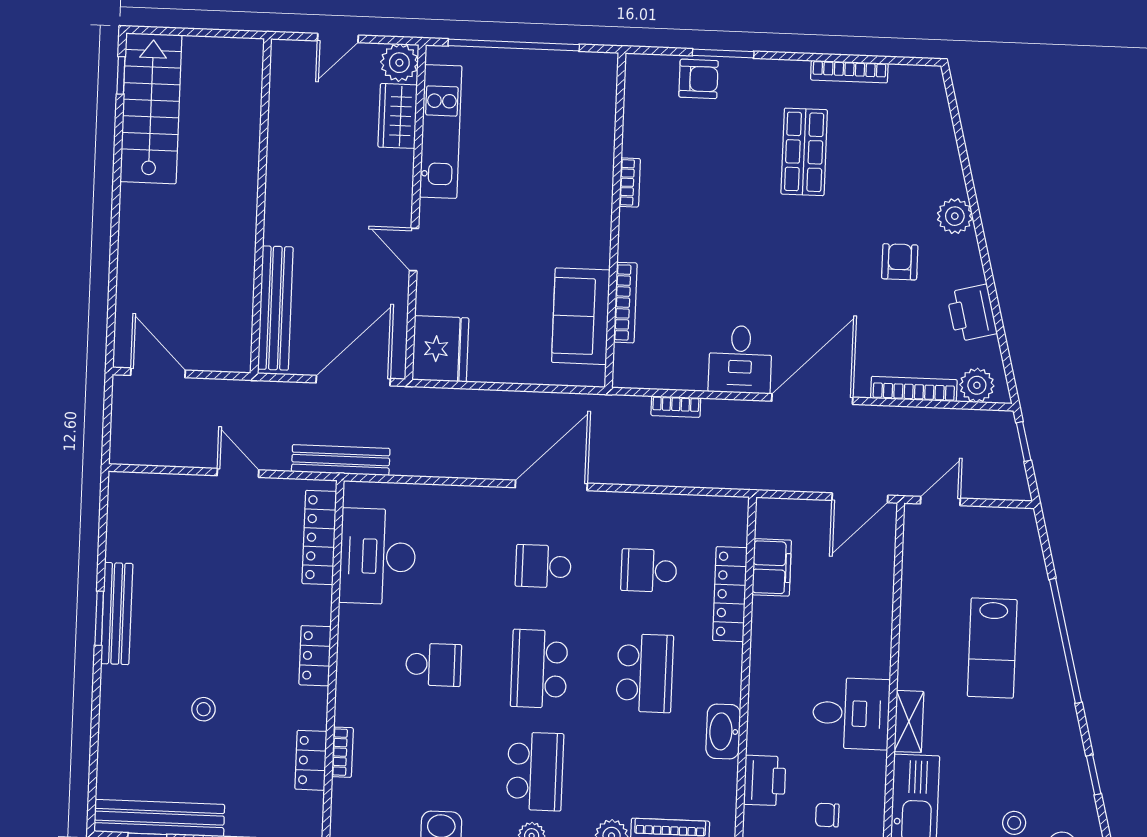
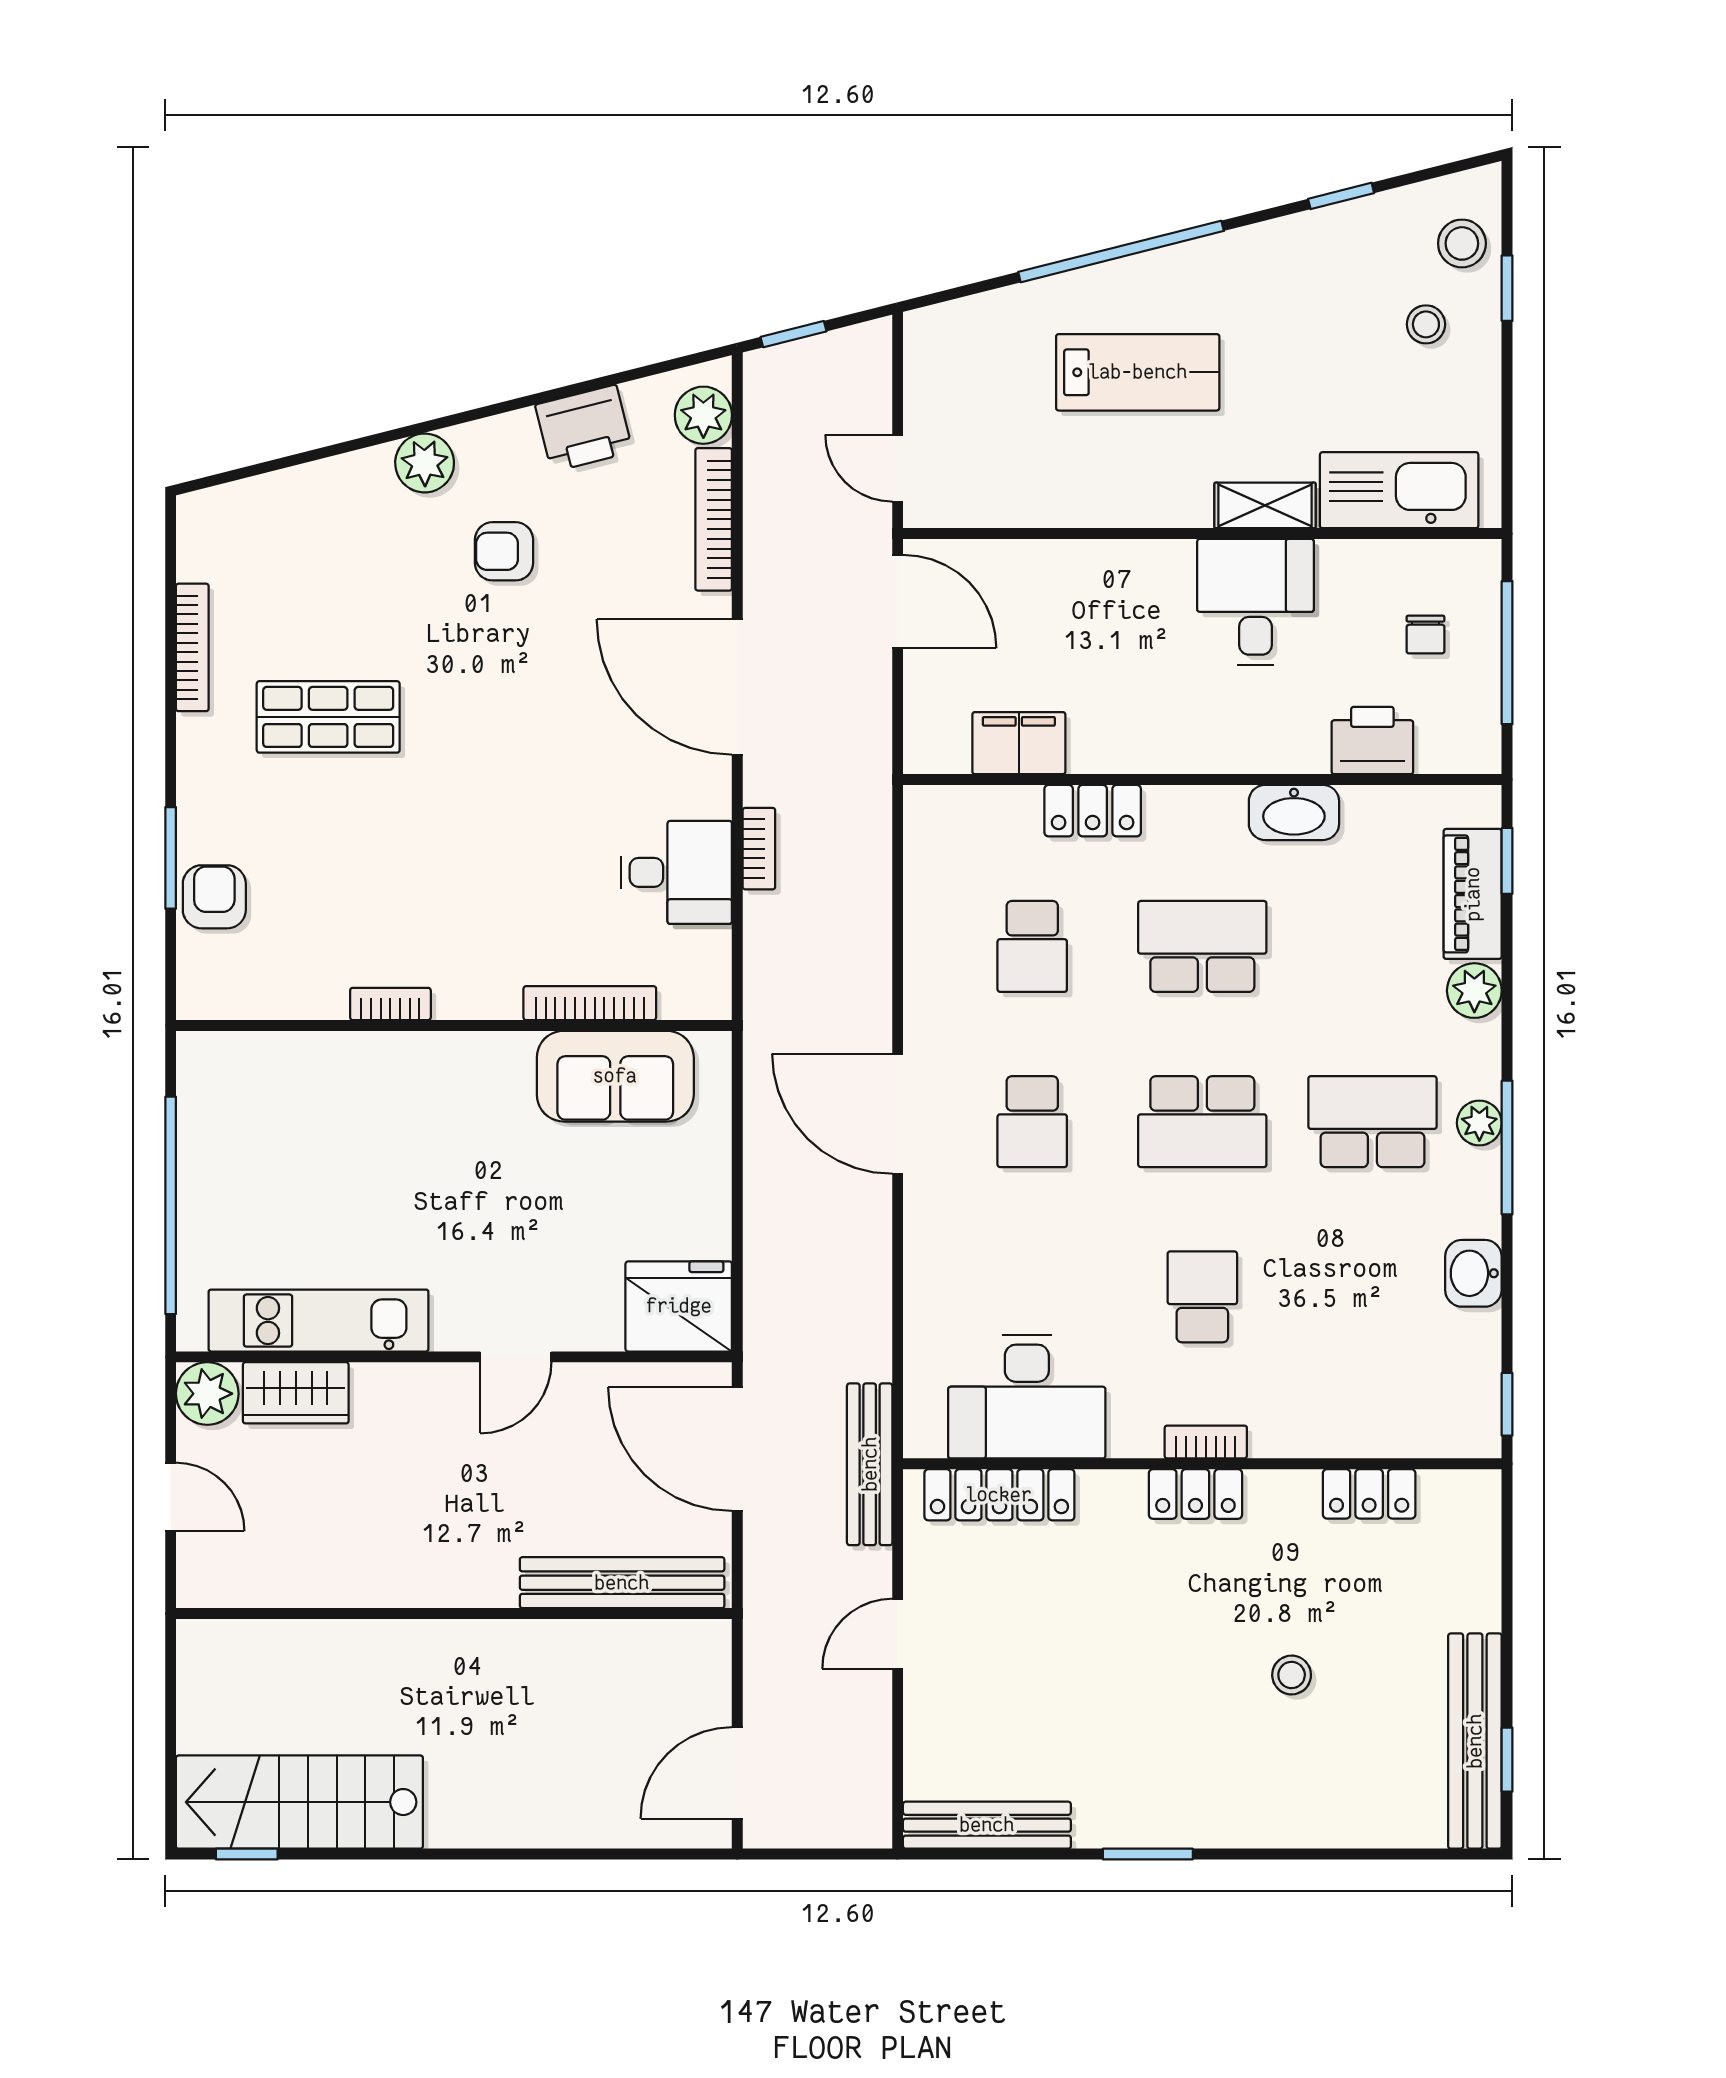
desk: (740, 359) -> (676, 872), moved
bookcase: (676, 407) -> (759, 849), moved
locker: (730, 594) -> (1093, 811), width x0.66
bench: (117, 614) -> (987, 1825), moved
bookcase: (342, 752) -> (1206, 1442), moved

